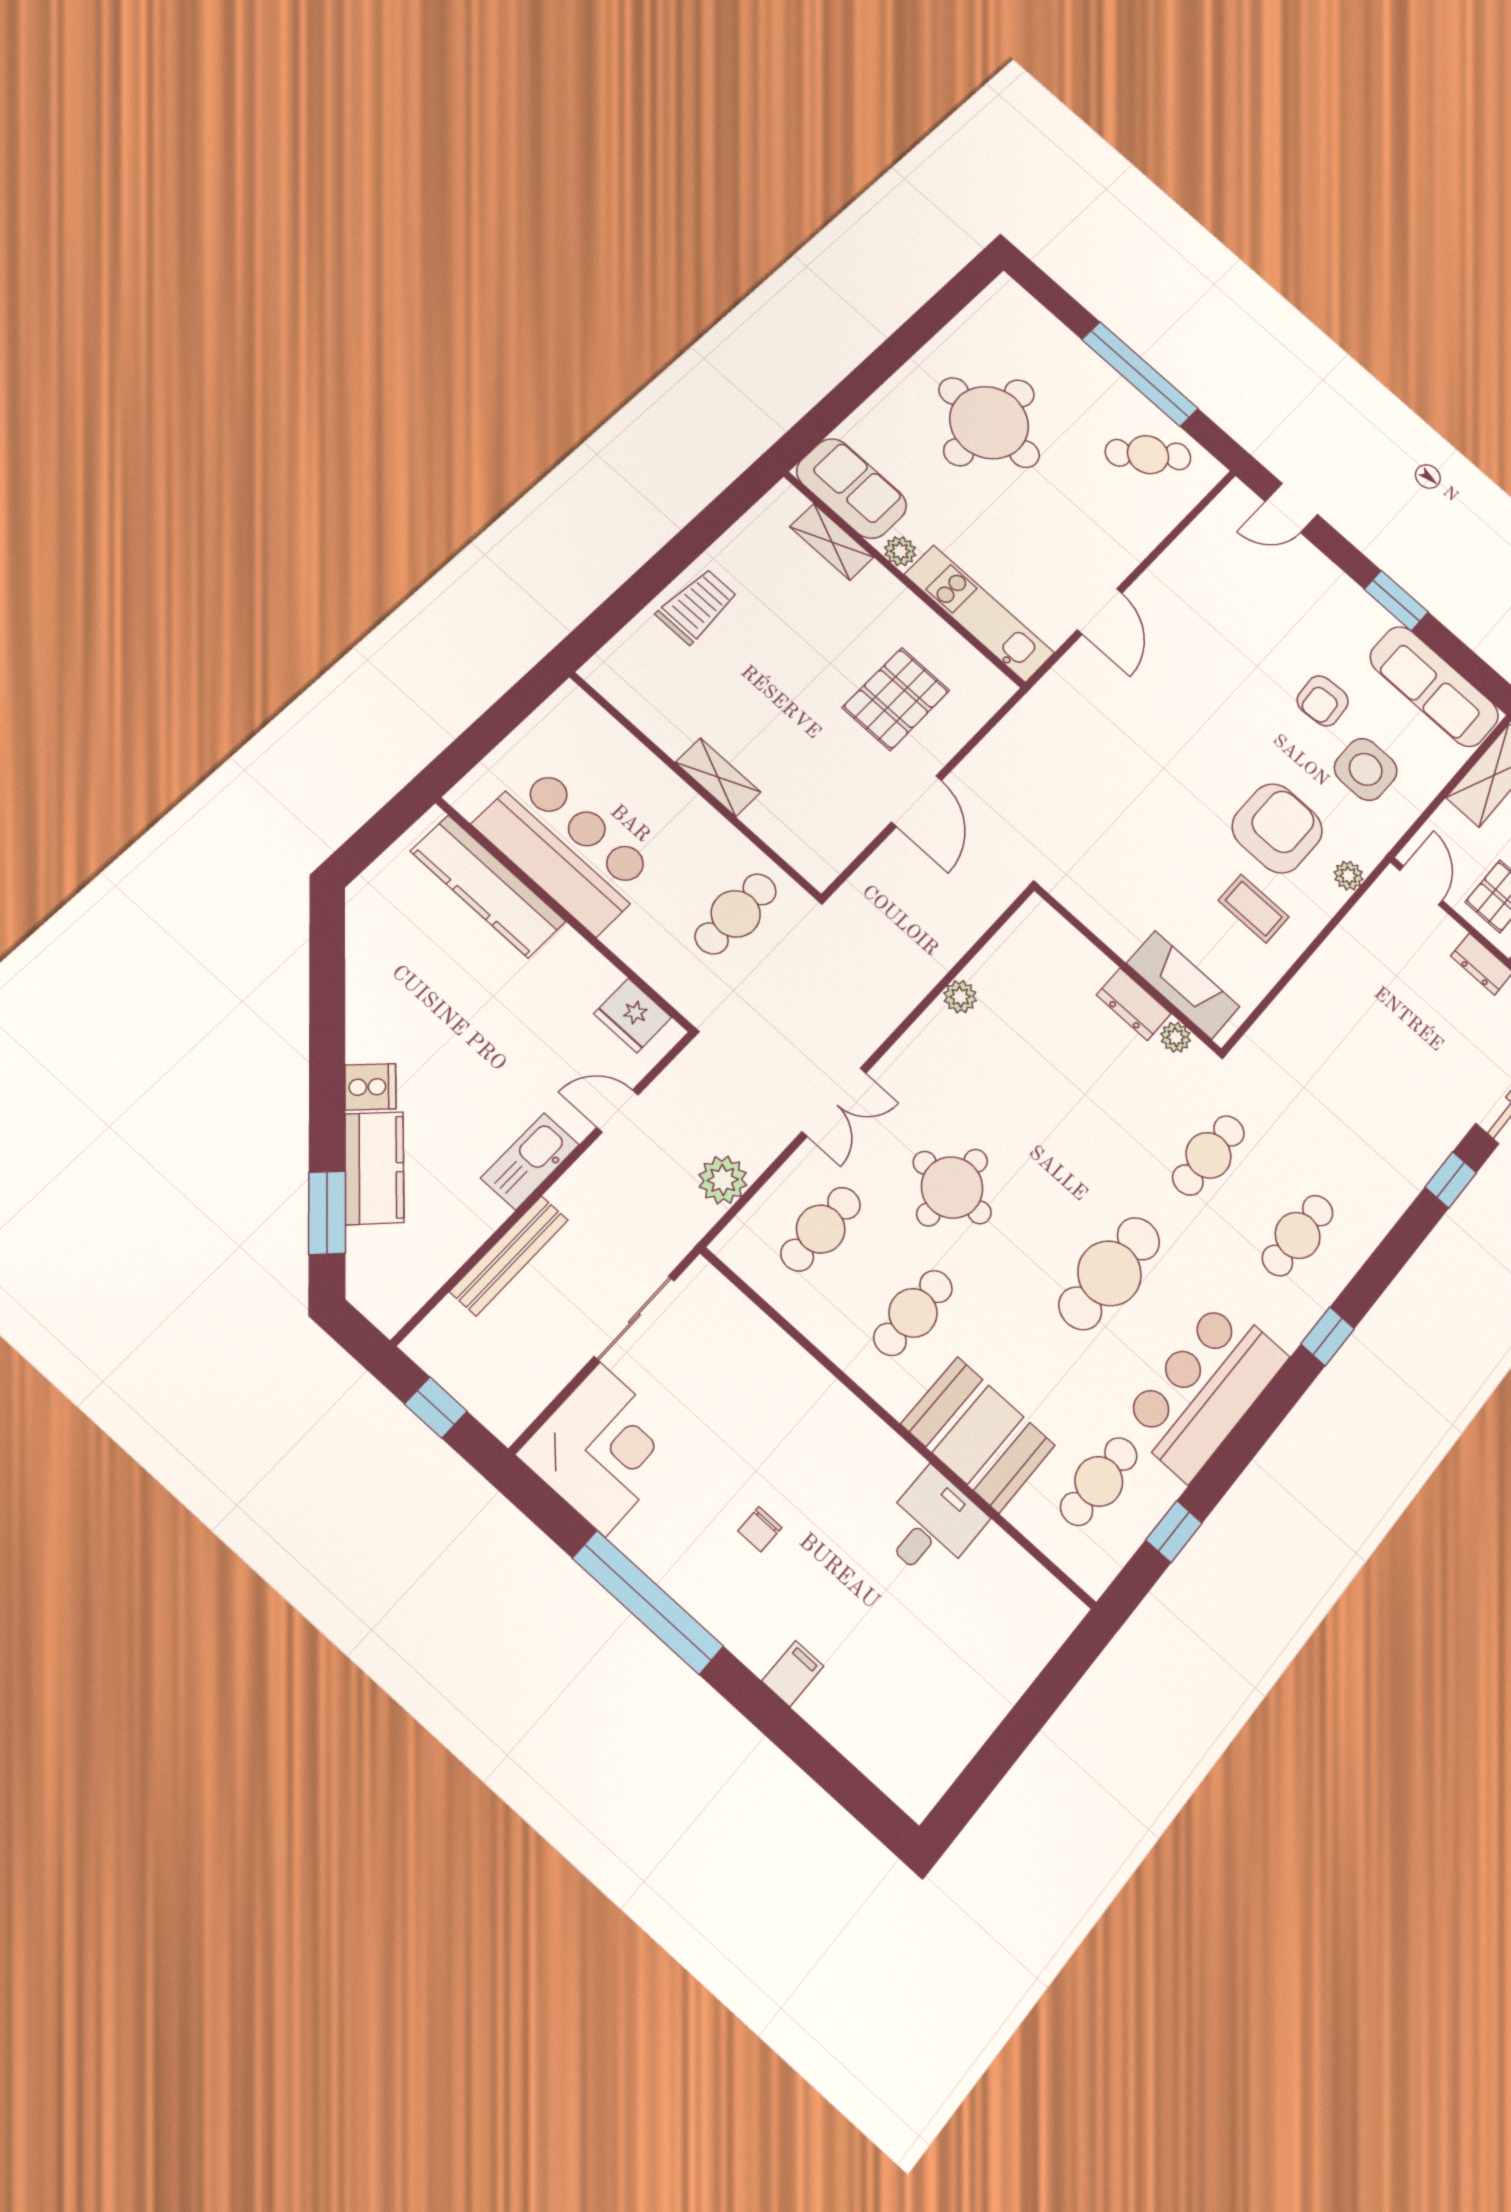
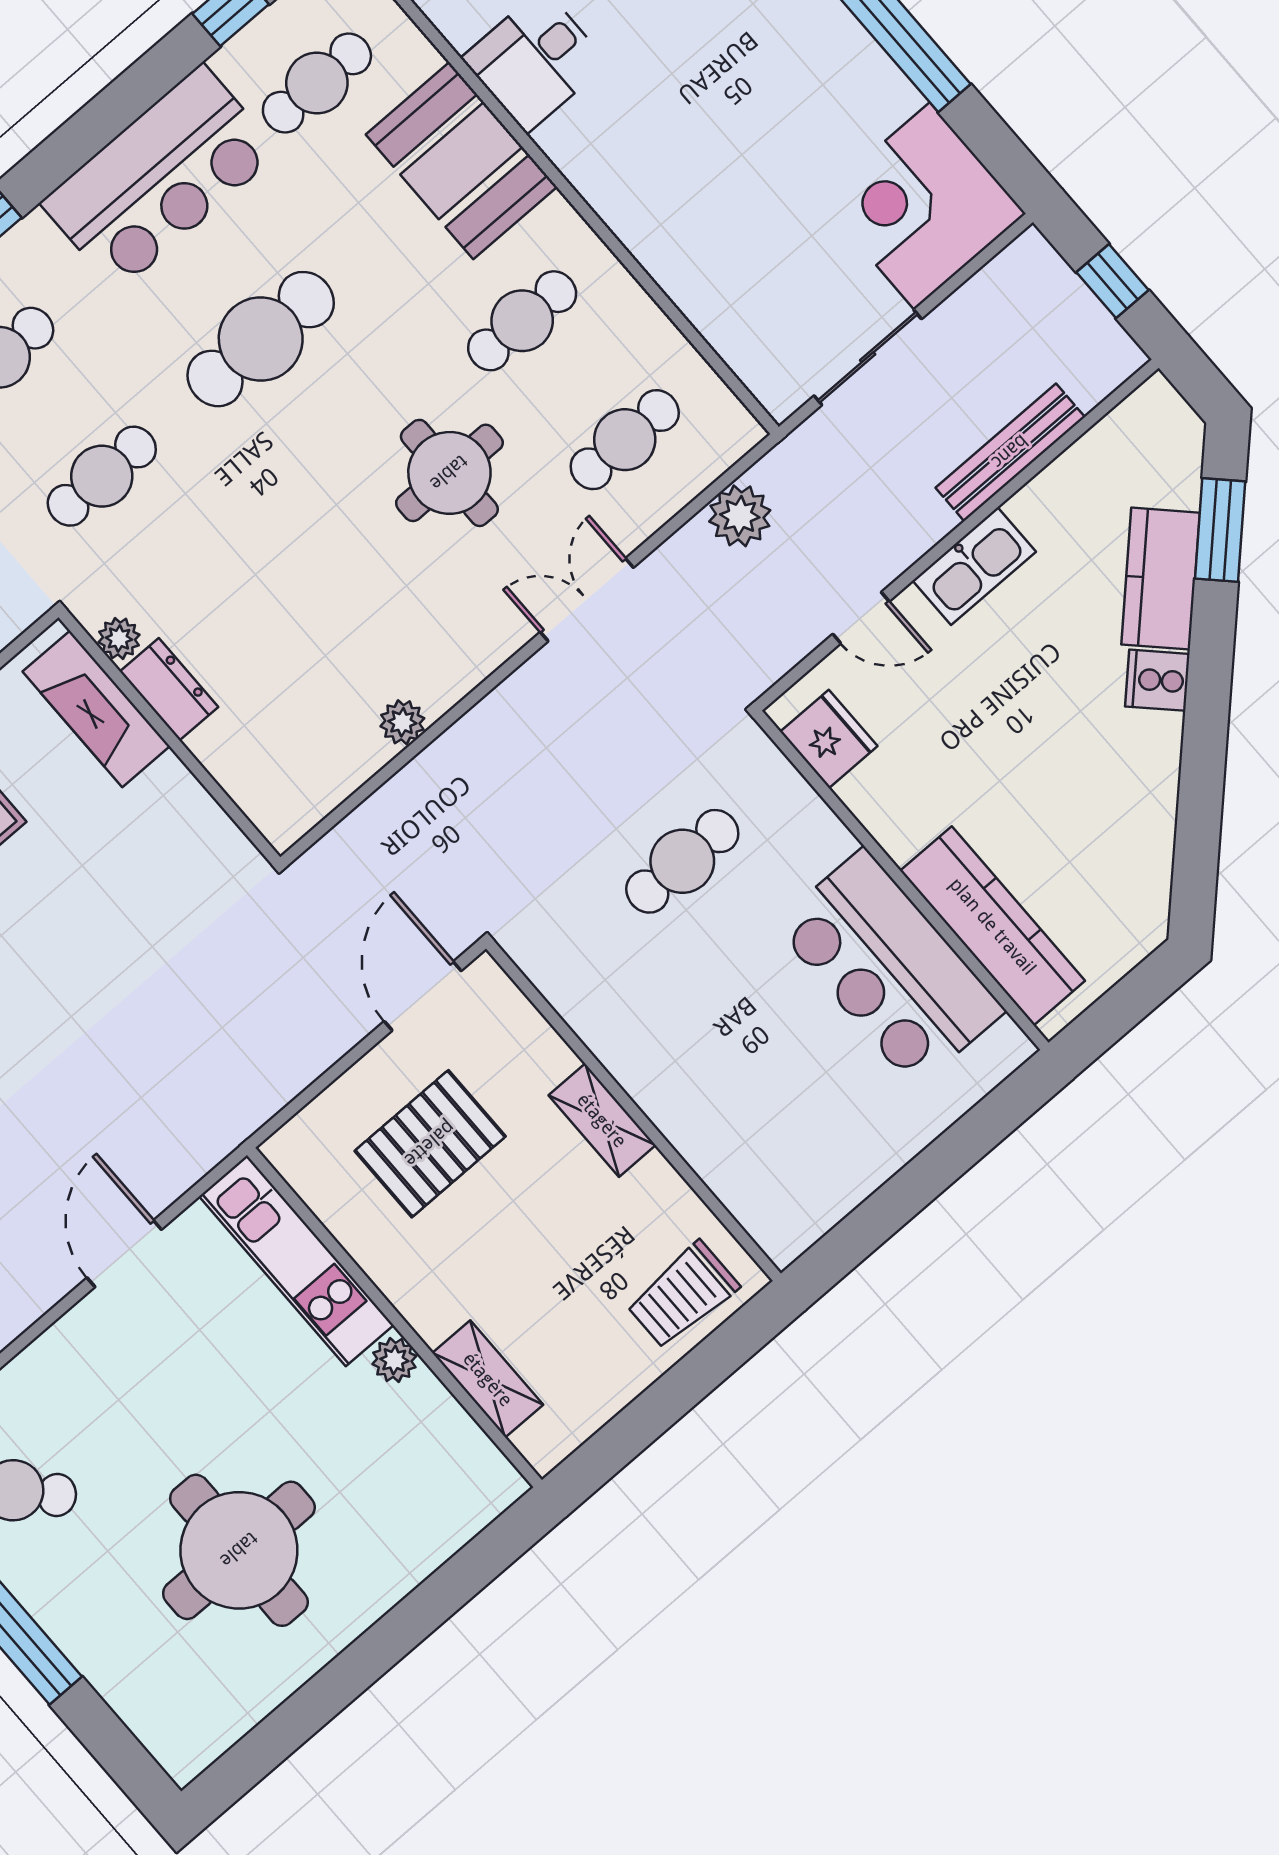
sofa: (852, 488) -> (450, 1458), removed
shelving: (718, 777) -> (602, 1120), moved
wall: (695, 785) -> (634, 1111), moved
chair: (760, 1529) -> (745, 86), removed

